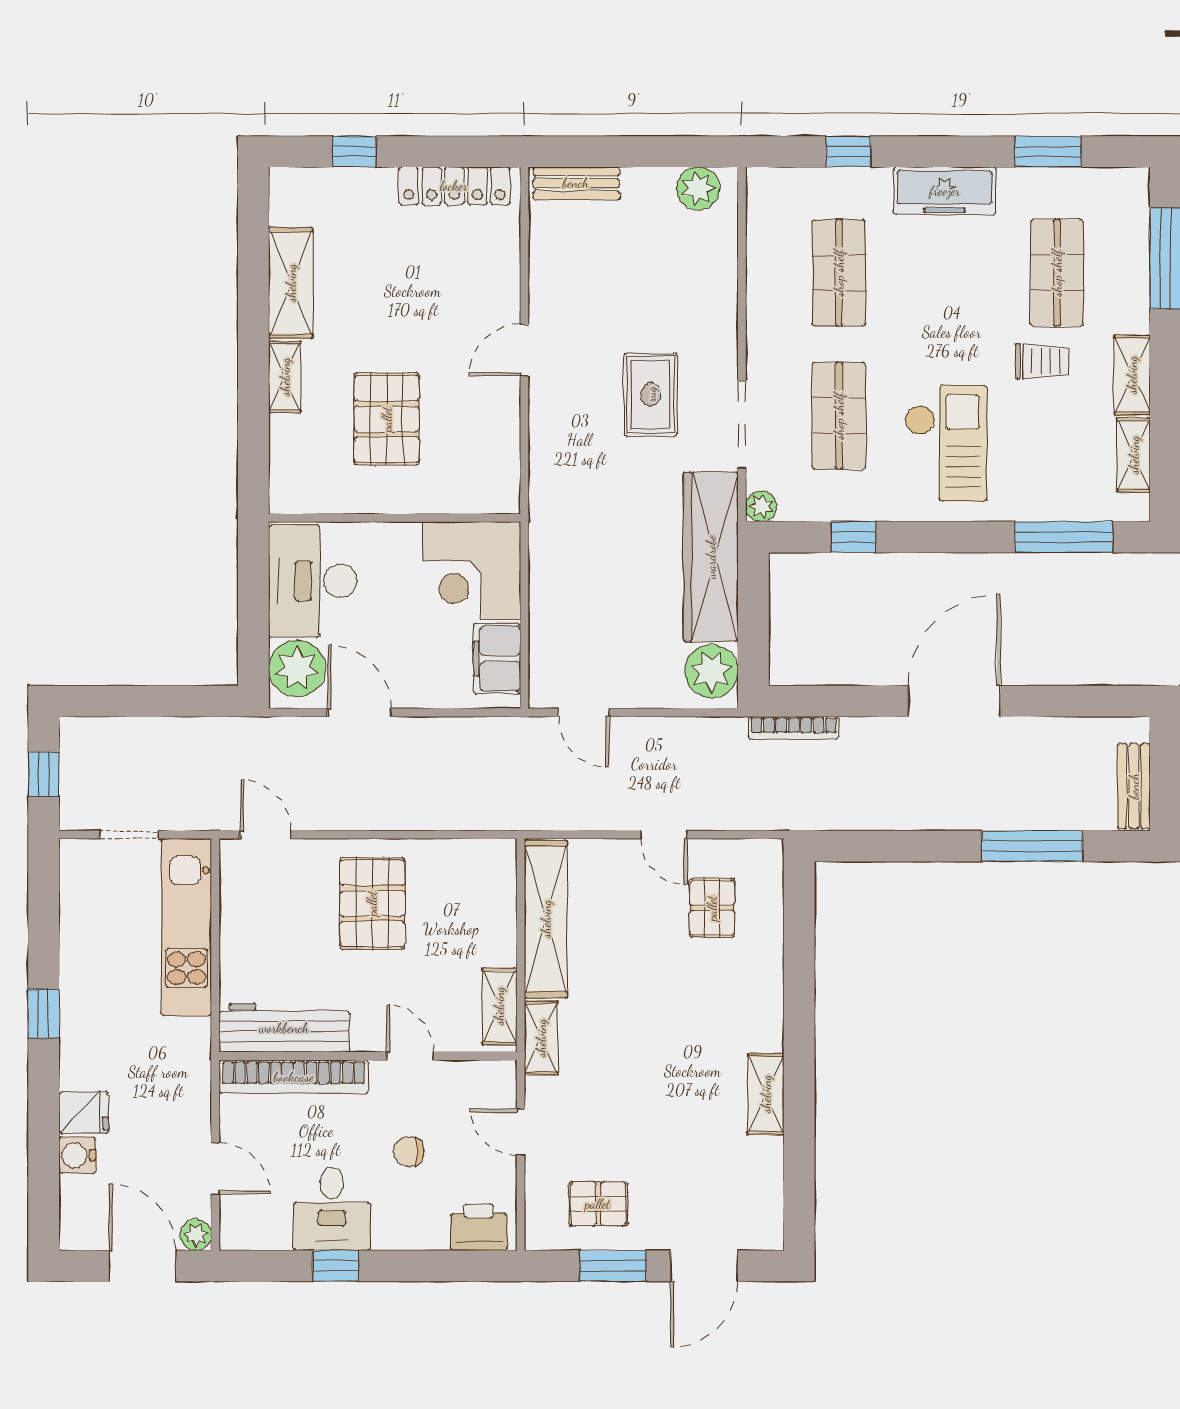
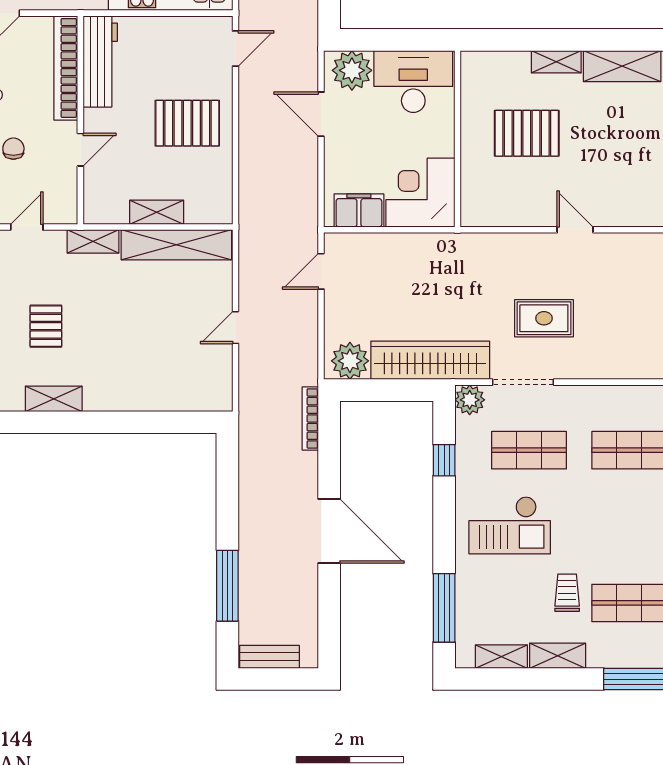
trolley: (1042, 361) -> (567, 593), turned 180
plant: (761, 506) -> (470, 400), width x1.38, depth x1.38
door: (360, 713) -> (321, 114), swing flipped
pallet: (712, 908) -> (46, 326), moved, turned 90
shelving: (499, 1006) -> (157, 212), moved

